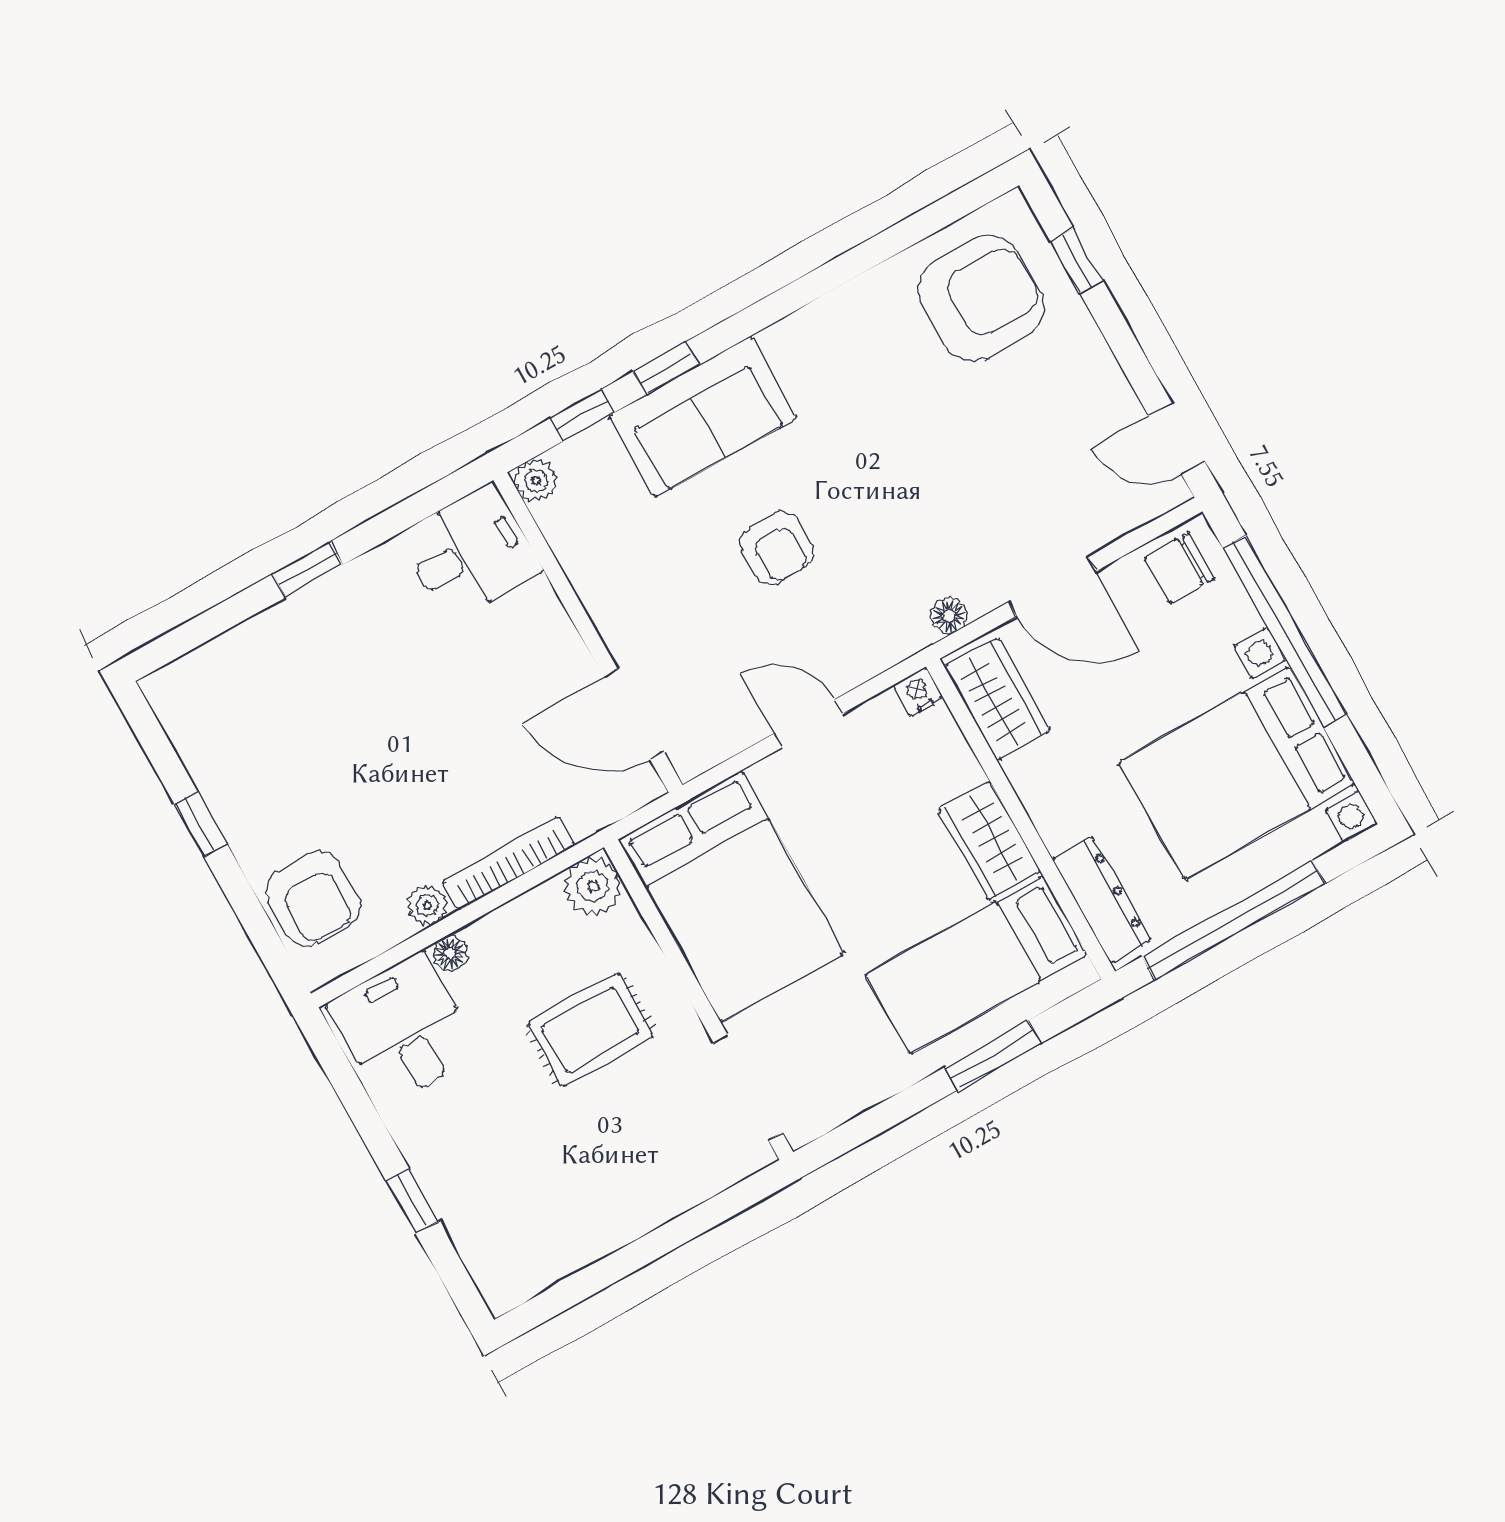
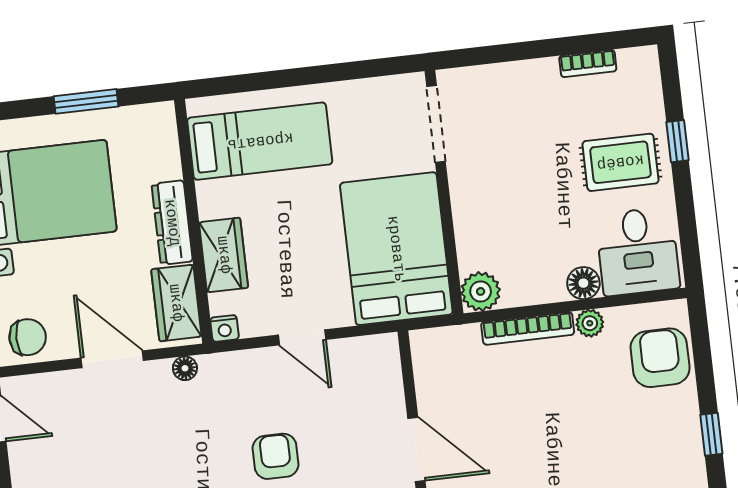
door: (634, 714) -> (416, 449), moved
wardrobe: (989, 841) -> (224, 255), moved
dresser: (1102, 900) -> (172, 223), moved
window: (1233, 920) -> (86, 101), width x0.47
floor lamp: (450, 953) -> (583, 283), width x1.37, depth x1.37
rug: (590, 1030) -> (620, 162), moved
window: (993, 1055) -> (273, 80), removed
bookcase: (577, 1255) -> (588, 63), added

